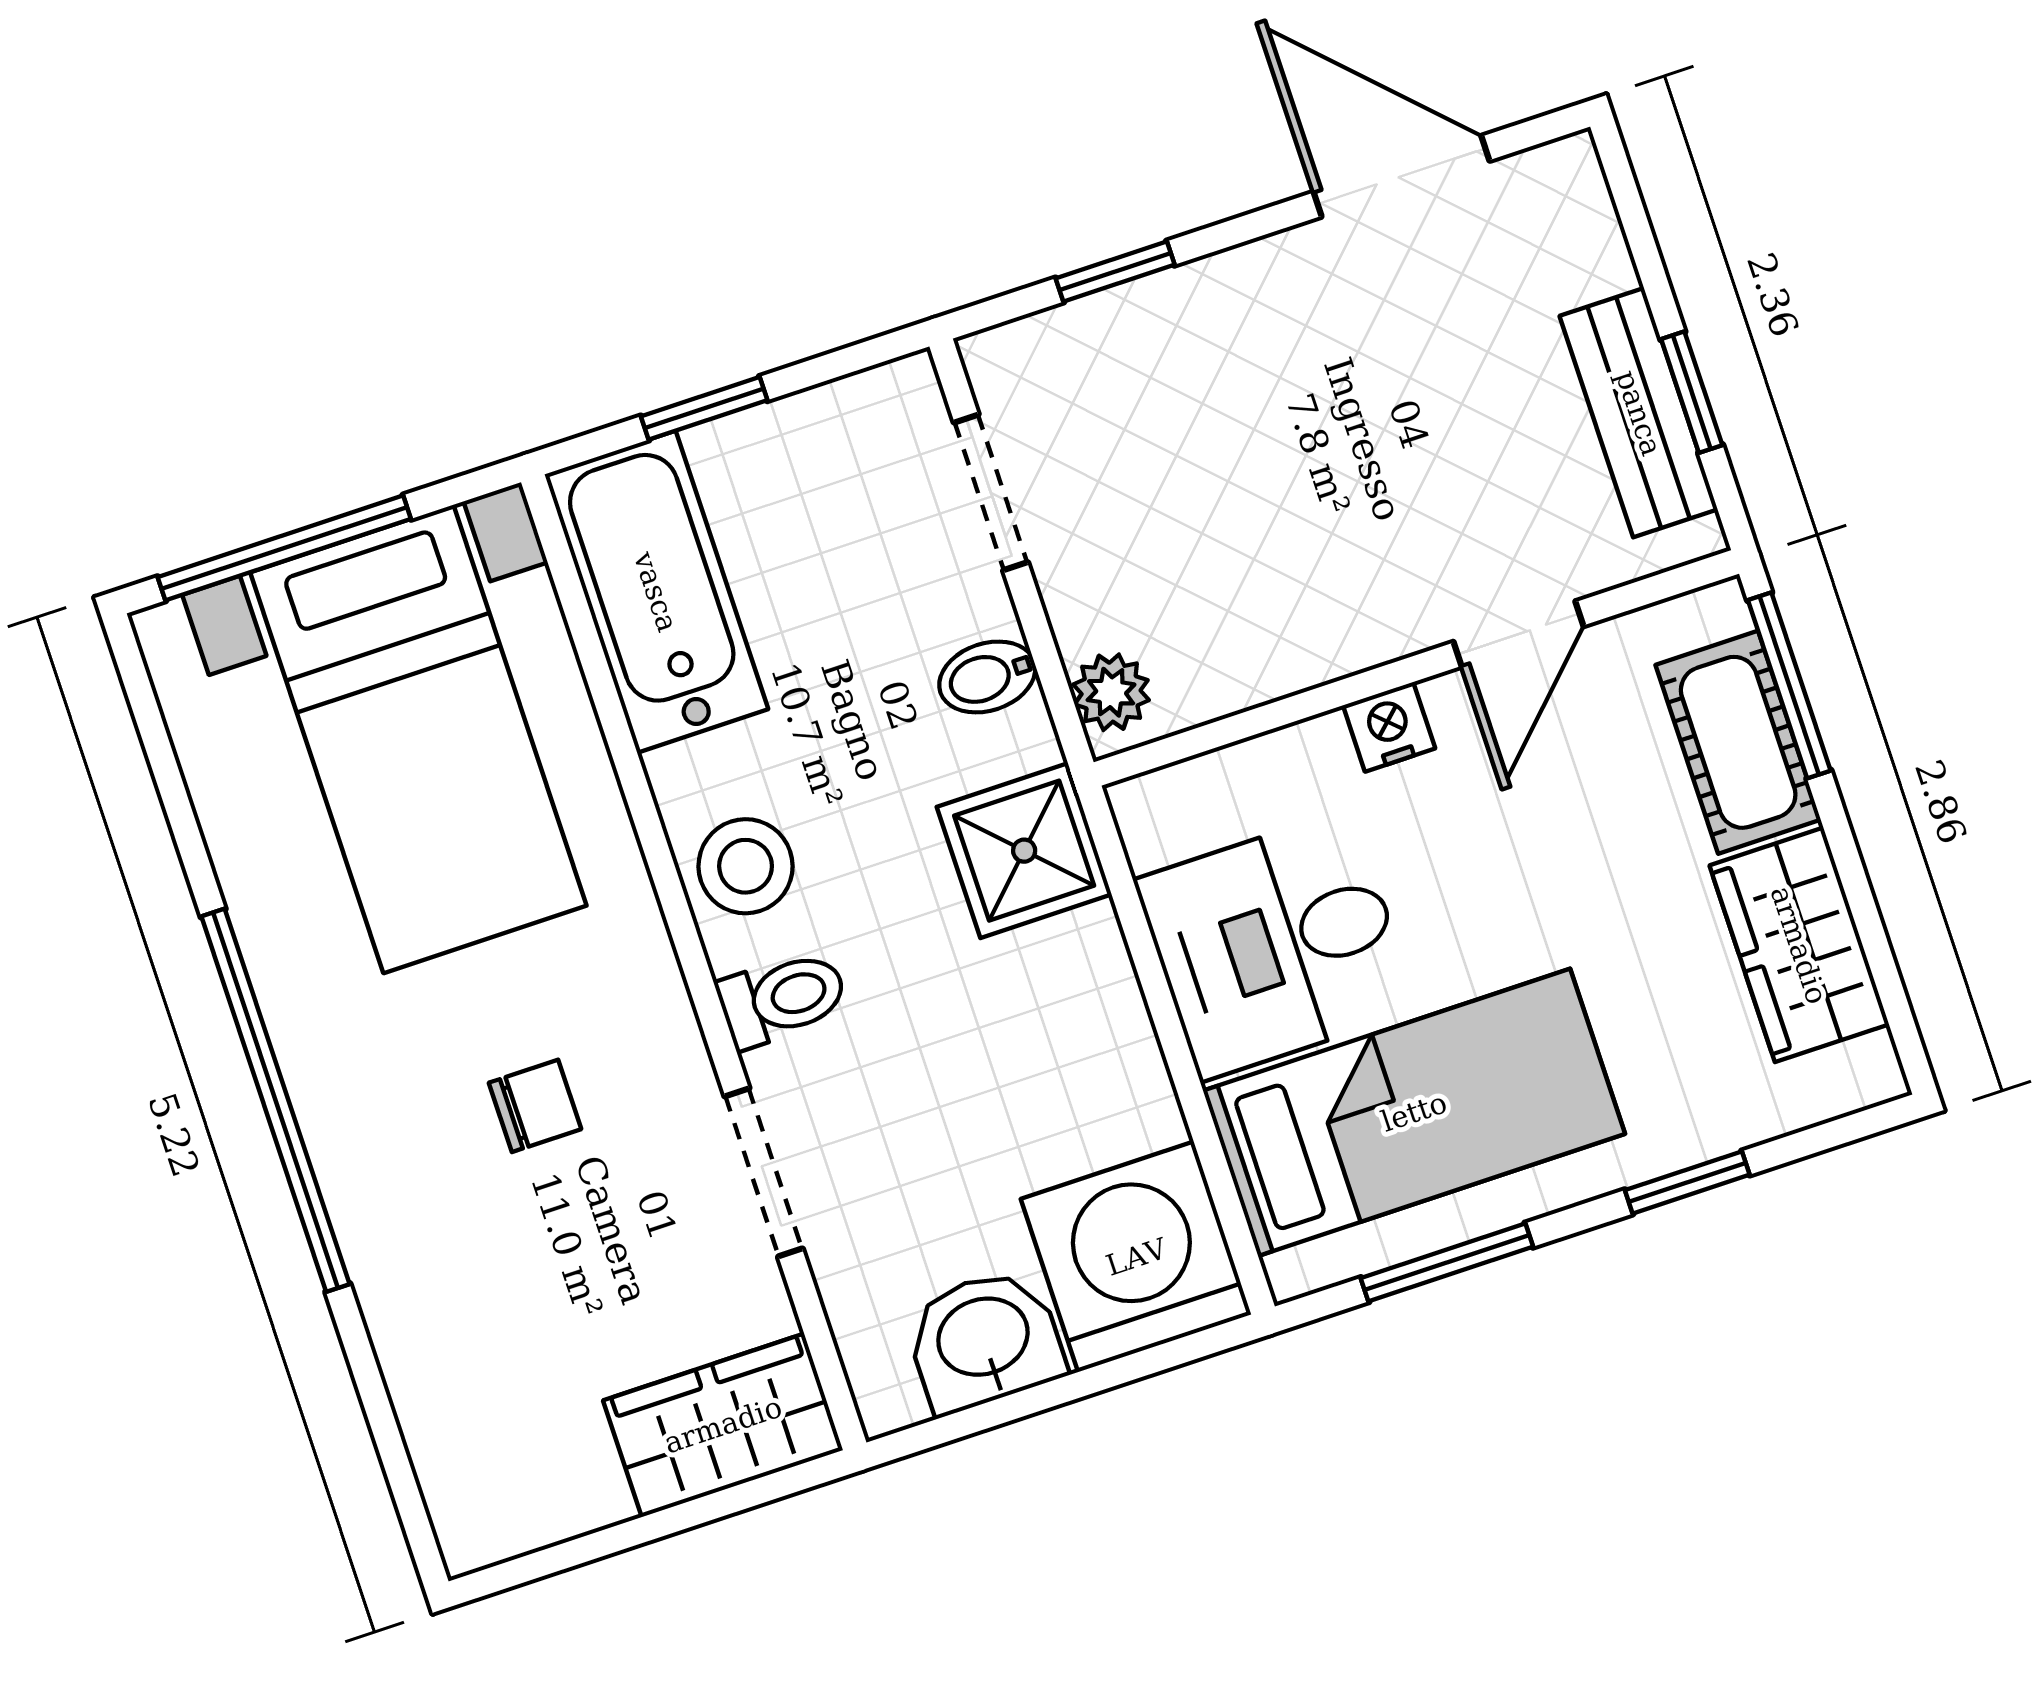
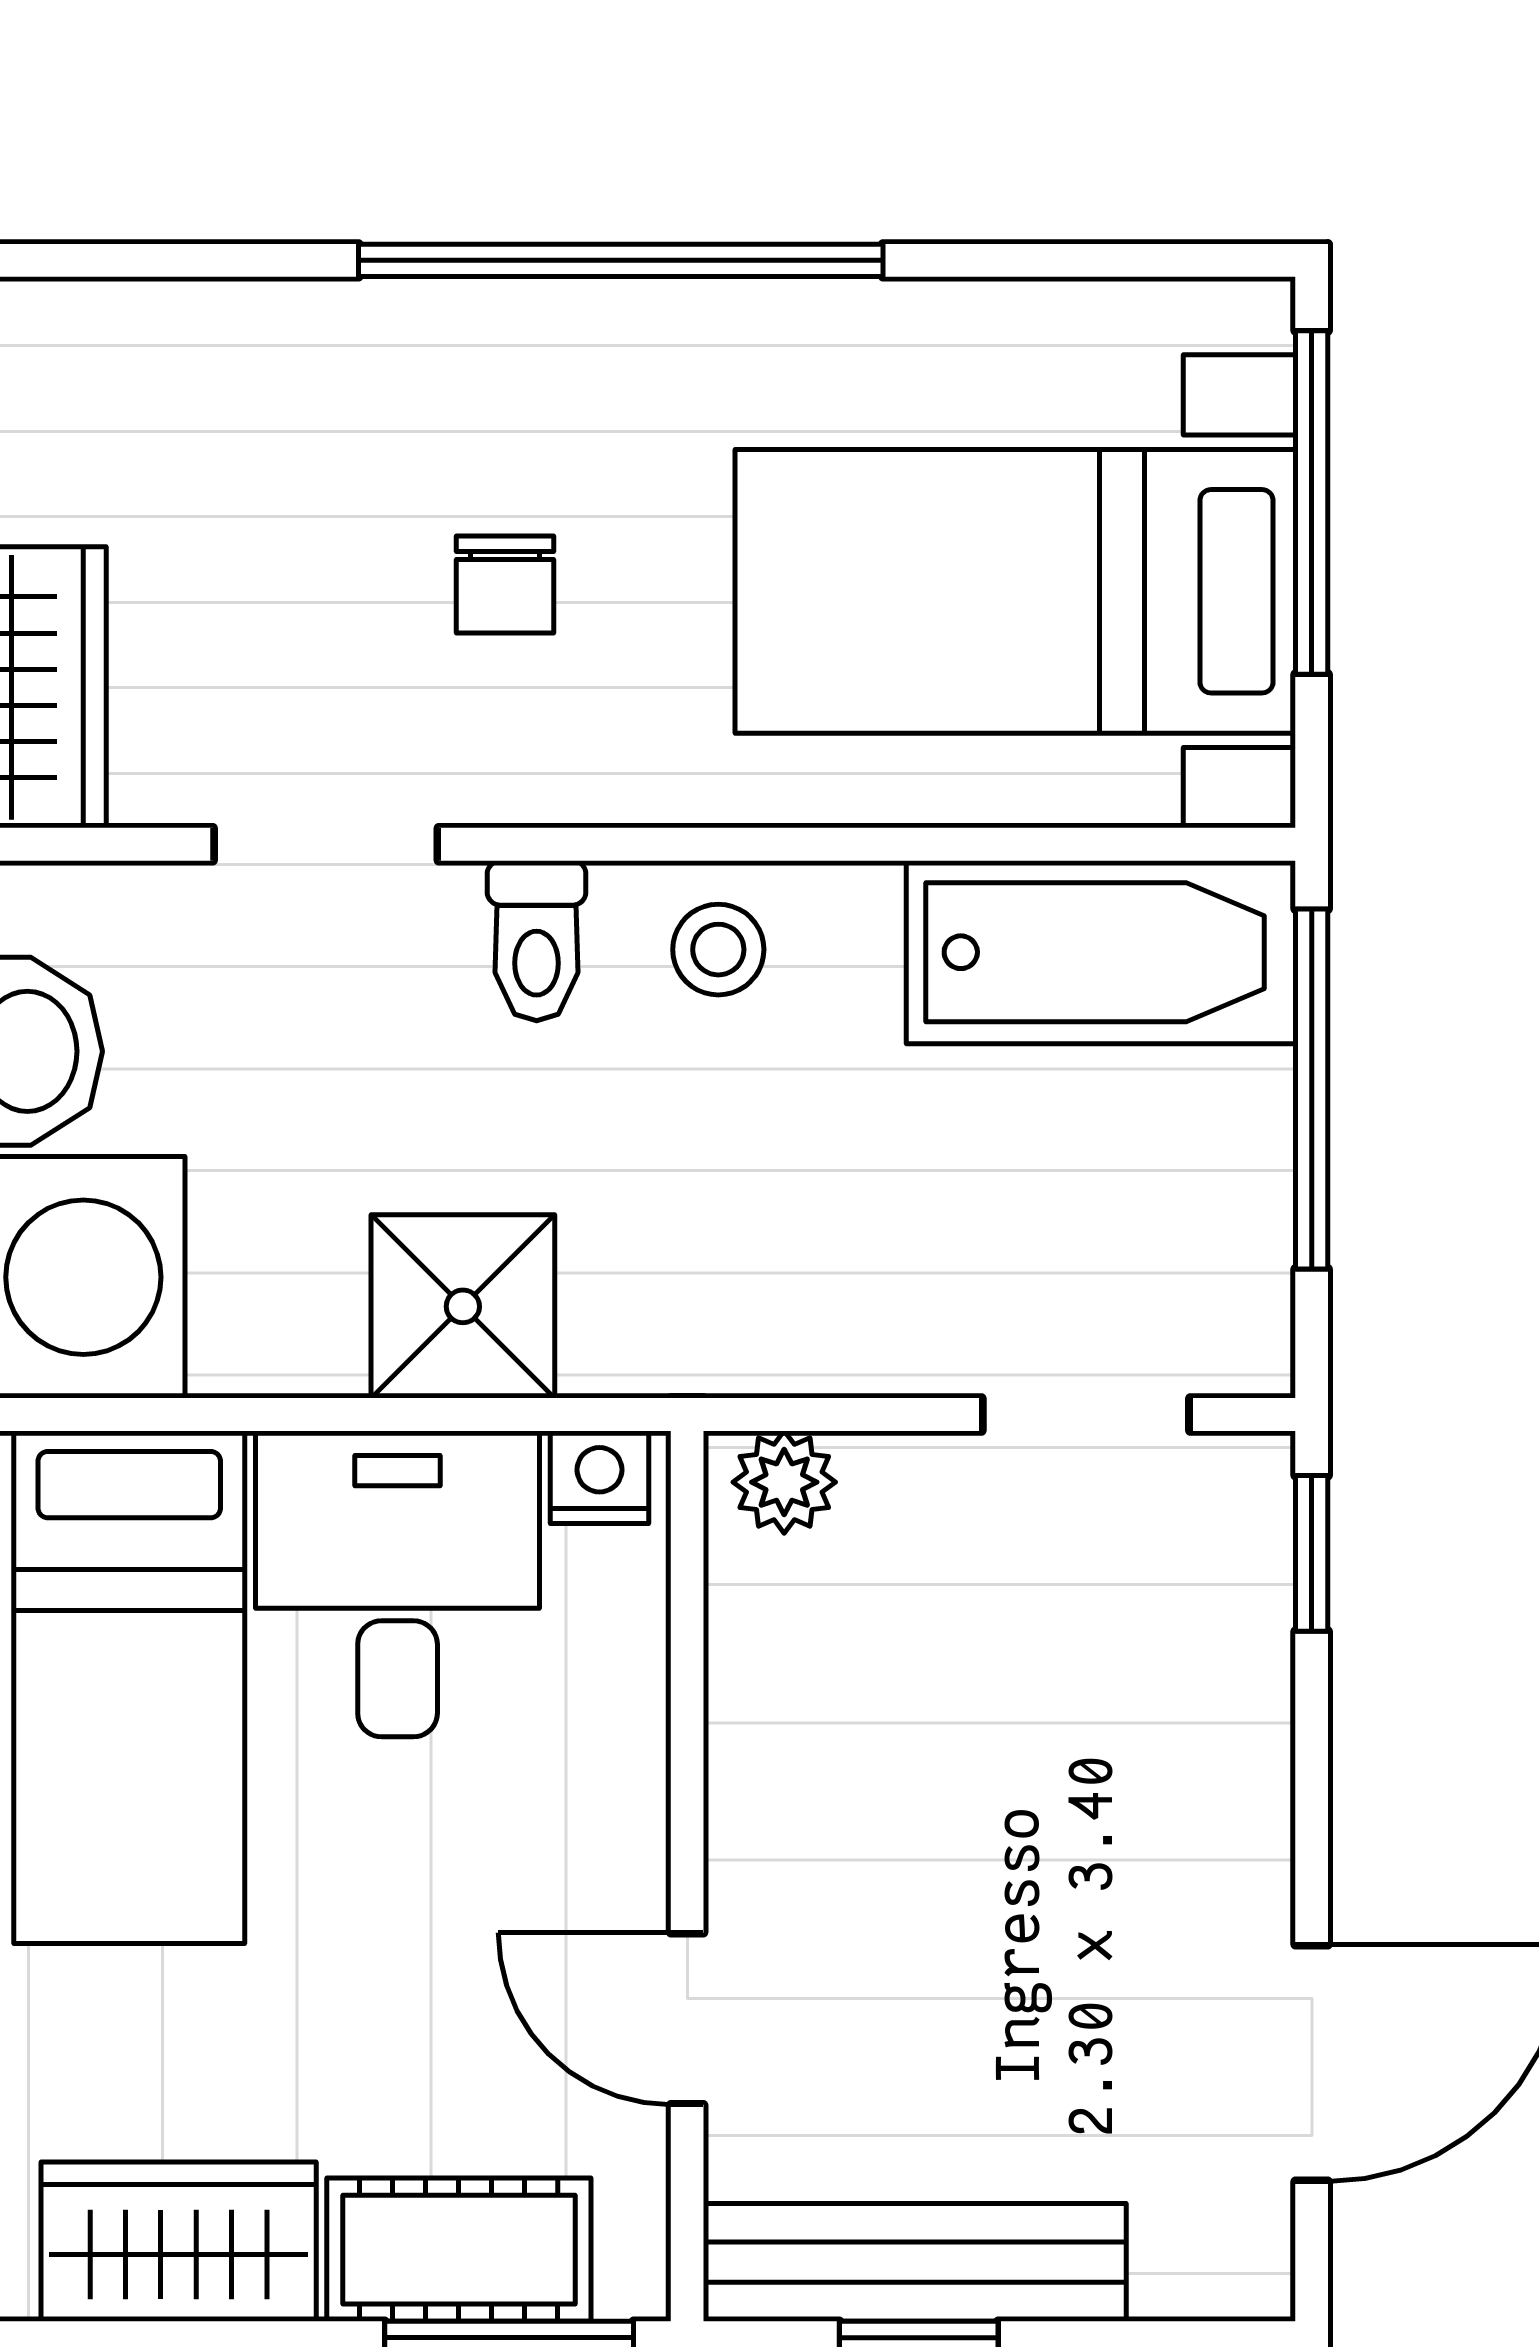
window: (1115, 272) -> (1312, 1553), moved
window: (704, 408) -> (1312, 1089), width x2.17
bench: (1639, 413) -> (915, 2262), width x1.36
bidet: (987, 677) -> (855, 1333), removed
nightstand: (1389, 727) -> (599, 1477), moved, turned -90
shower: (1024, 851) -> (463, 1306), moved
stool: (746, 866) -> (718, 950), width x0.73, depth x0.73

